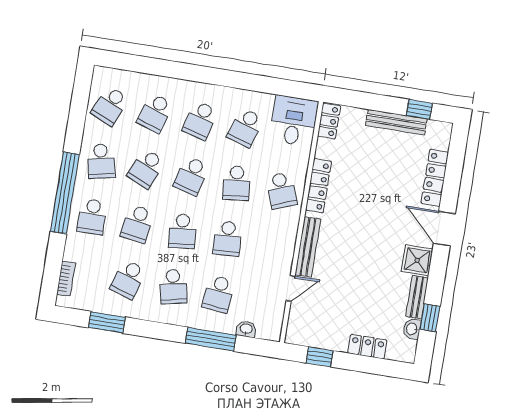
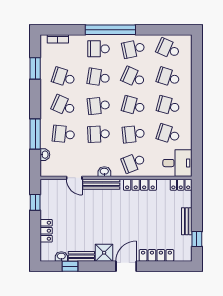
bench: (396, 122) -> (187, 221), width x0.73
washbasin: (288, 239) -> (104, 172), added
school desk: (173, 287) -> (64, 106), turned 36

